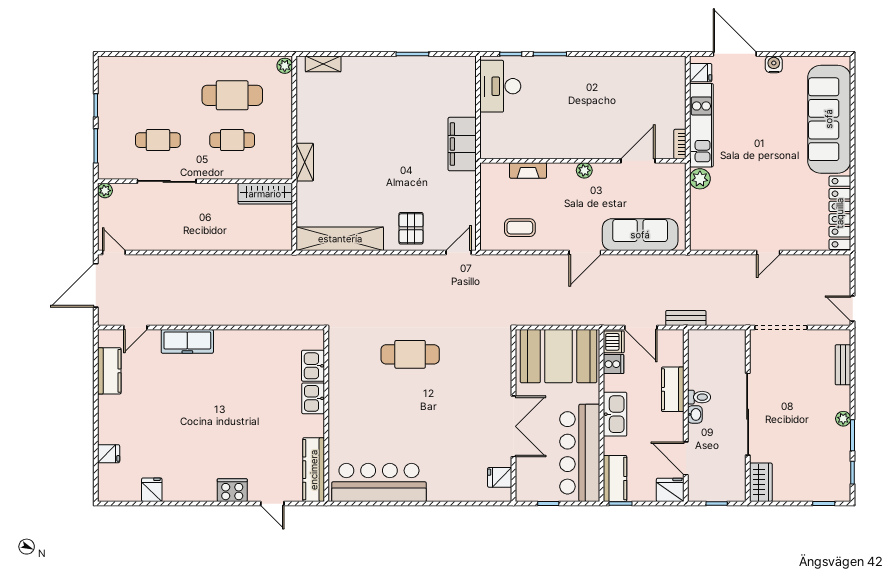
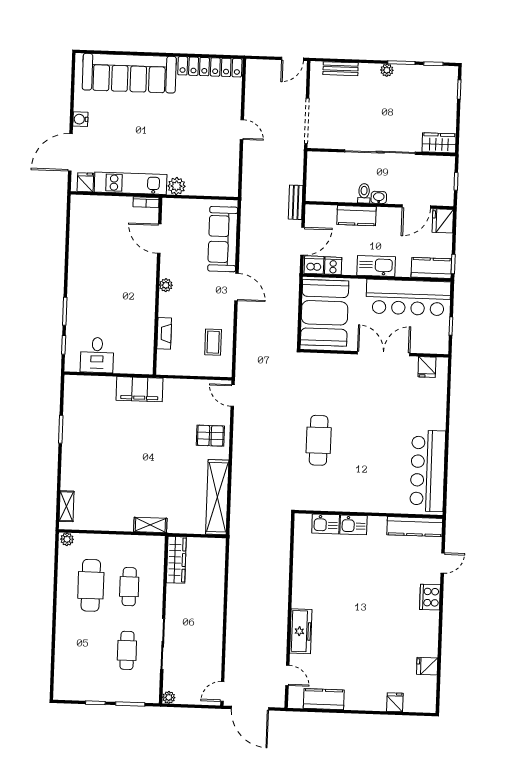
desk: (500, 86) -> (97, 355), width x0.73

